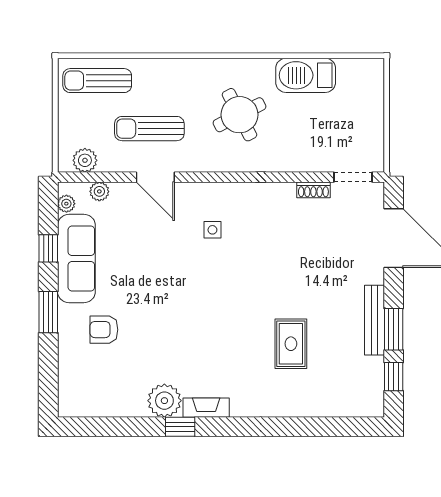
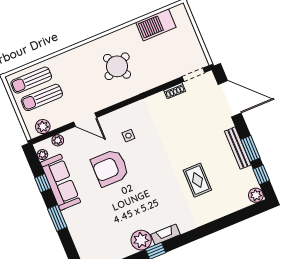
barbecue: (306, 75) -> (156, 25), moved
sun lounger: (149, 129) -> (42, 97), moved
armchair: (104, 330) -> (110, 168), moved, width x1.88, depth x1.88
plant: (372, 405) -> (256, 195), added

